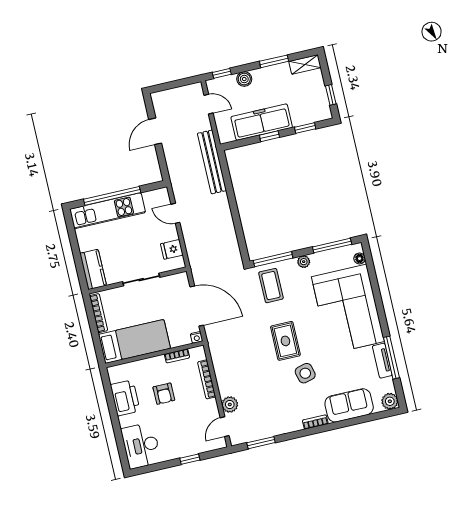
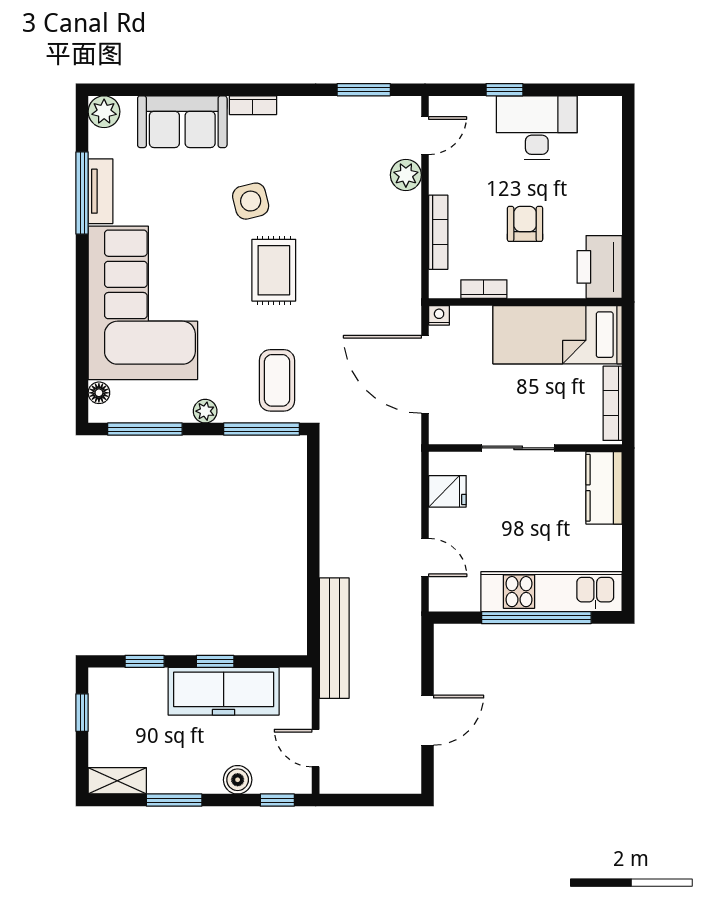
printer: (125, 398) -> (600, 267), moved
desk: (141, 446) -> (537, 128), moved, turned -90

